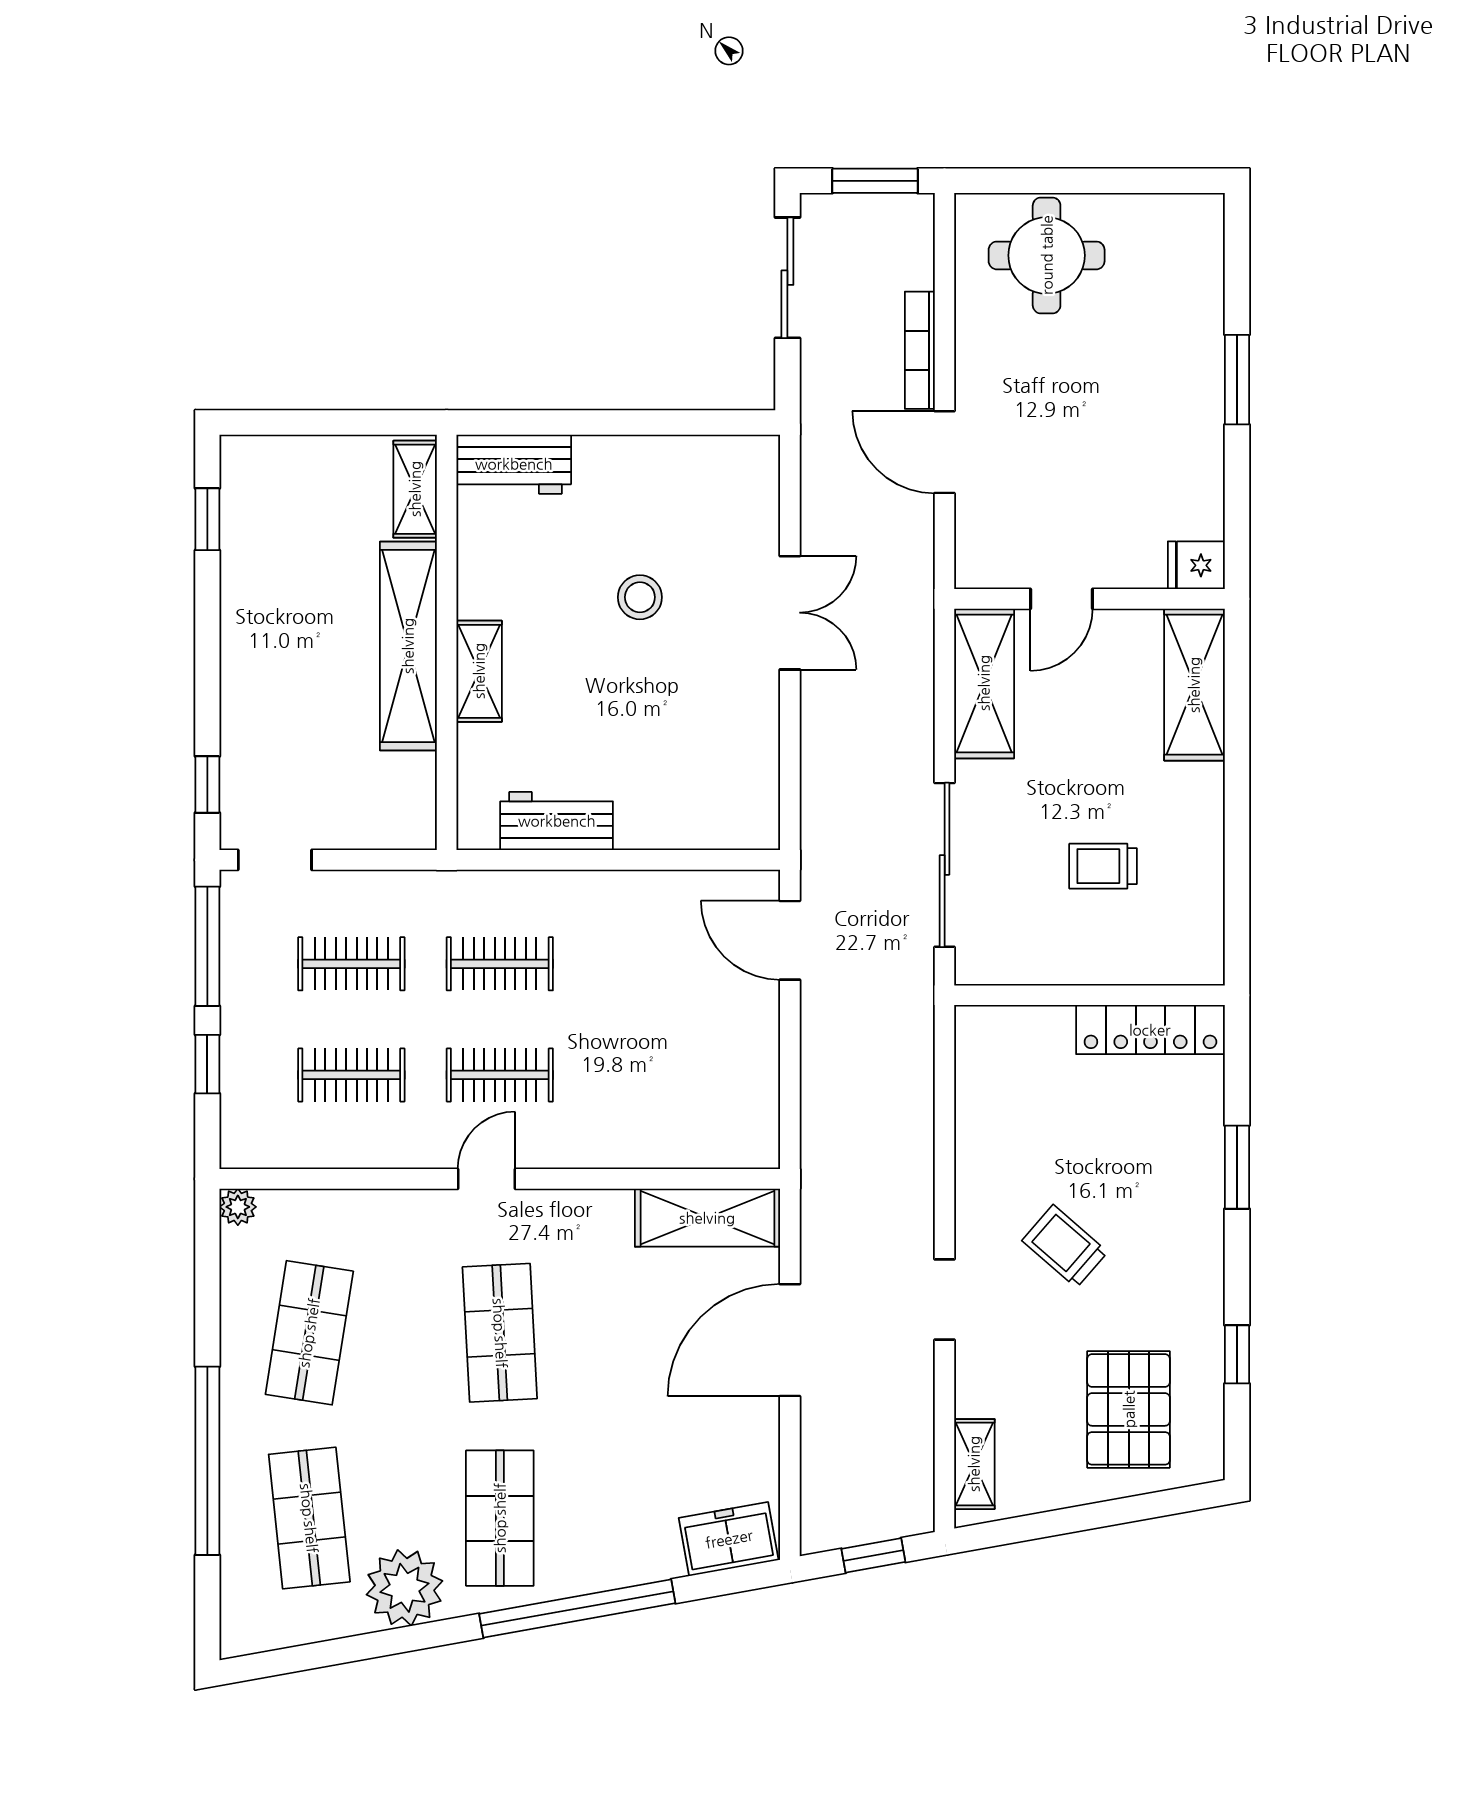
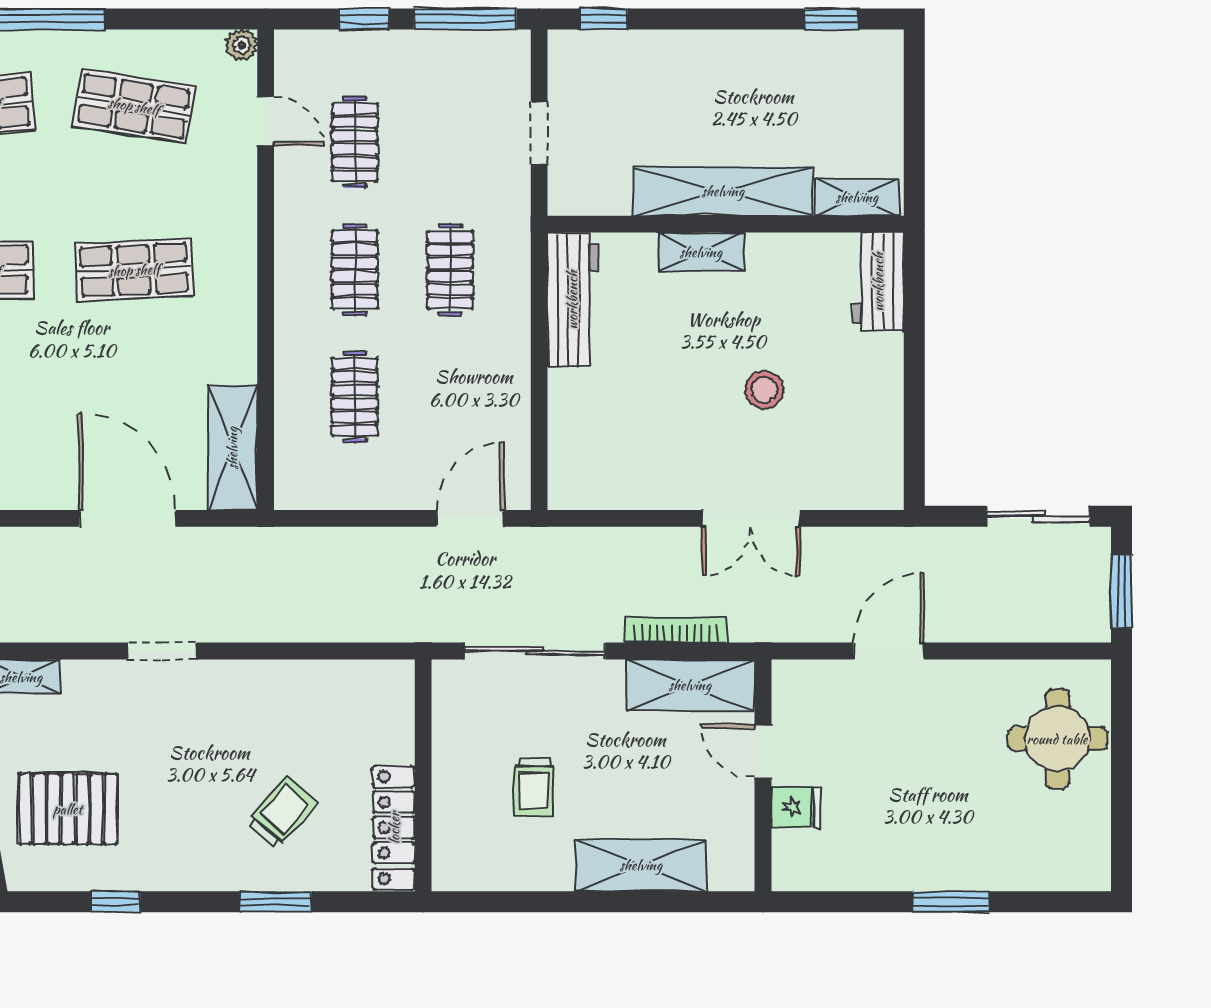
bookcase: (920, 350) -> (676, 630), moved
fridge: (1196, 565) -> (796, 807), moved, turned 90
shelving: (1194, 685) -> (641, 865), moved
workbench: (557, 821) -> (572, 300), width x1.37
doorway: (275, 860) -> (539, 133), moved
trolley: (1103, 866) -> (534, 787), turned 180
clothes rail: (351, 964) -> (355, 397), moved
door: (486, 1179) -> (266, 121), moved
trolley: (1065, 1246) -> (282, 813), moved

